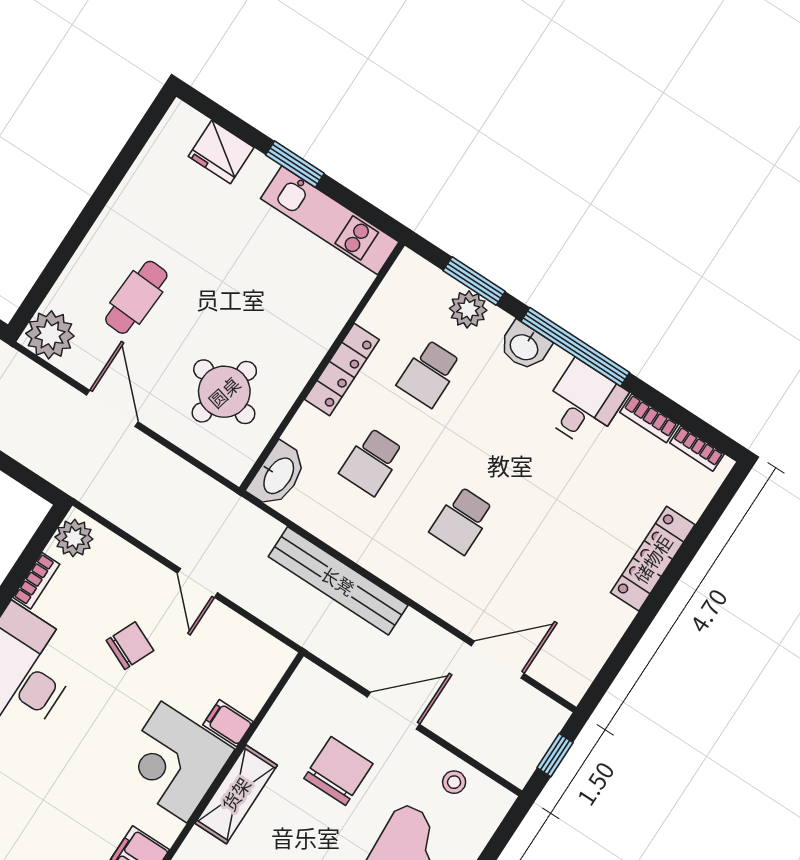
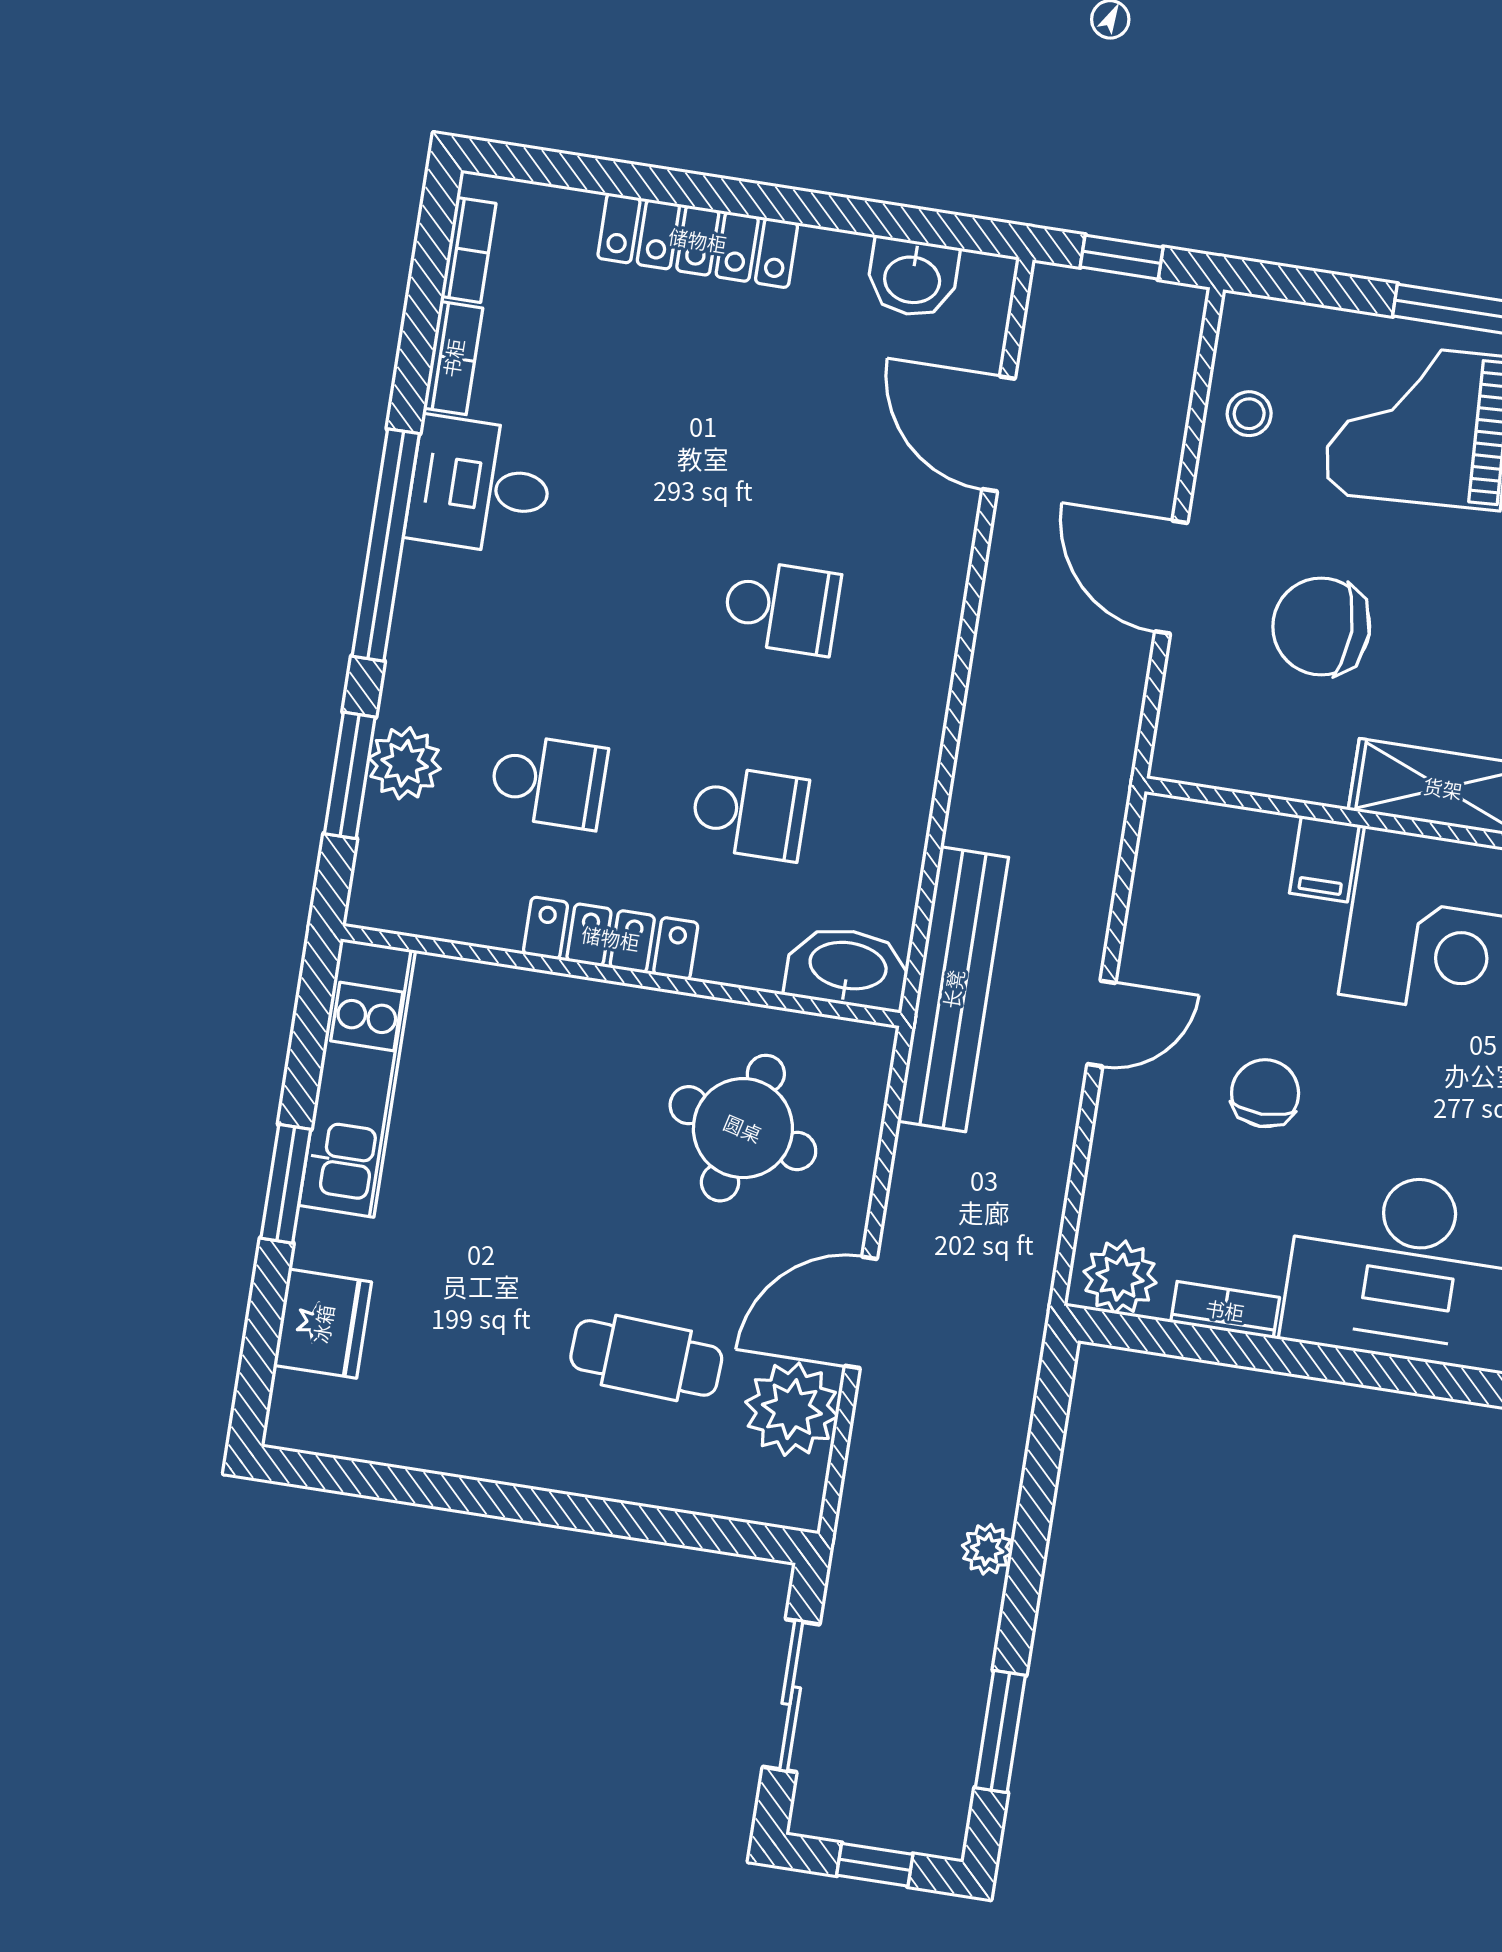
plant: (50, 335) -> (792, 1409), moved
washbasin: (525, 346) -> (912, 278), moved, turned 90
bench: (338, 581) -> (953, 989), moved
chair: (130, 646) -> (1265, 1093), turned 66

